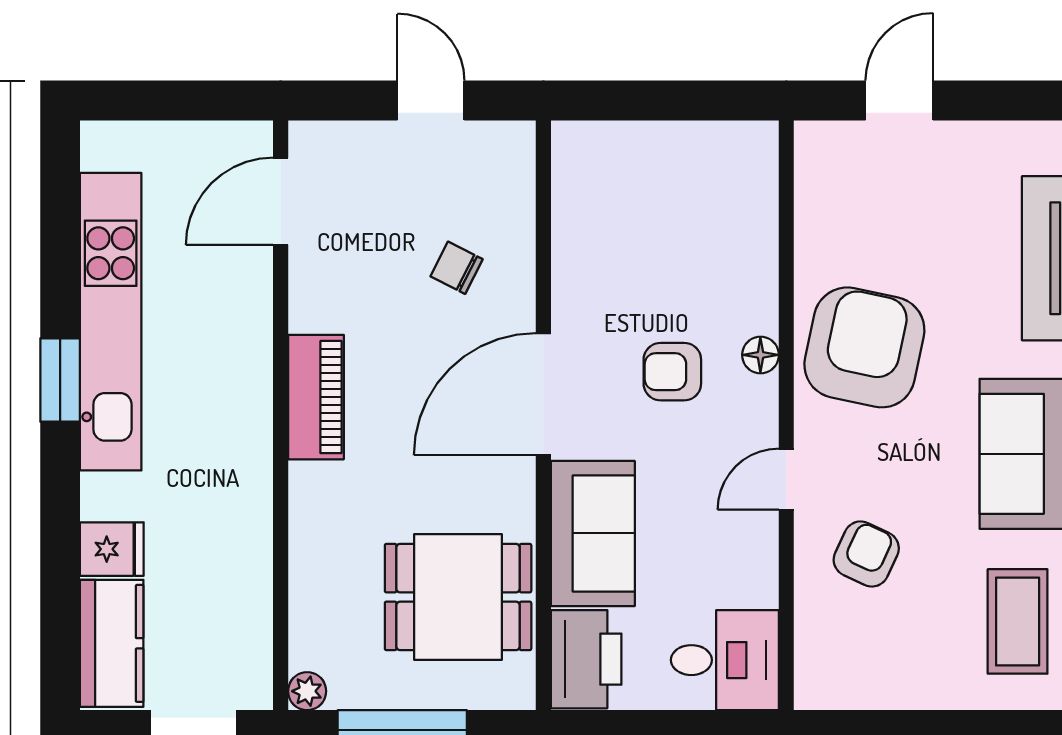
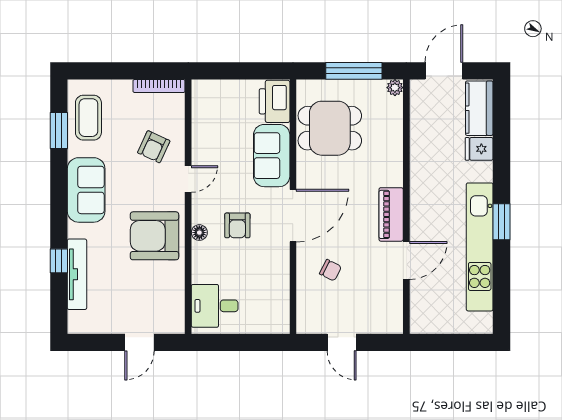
door: (281, 201) -> (406, 260), moved
armchair: (864, 347) -> (155, 236), turned 78
armchair: (672, 372) -> (237, 225), turned 90
desk: (725, 660) -> (215, 306), moved
bookcase: (854, 695) -> (159, 86), added

